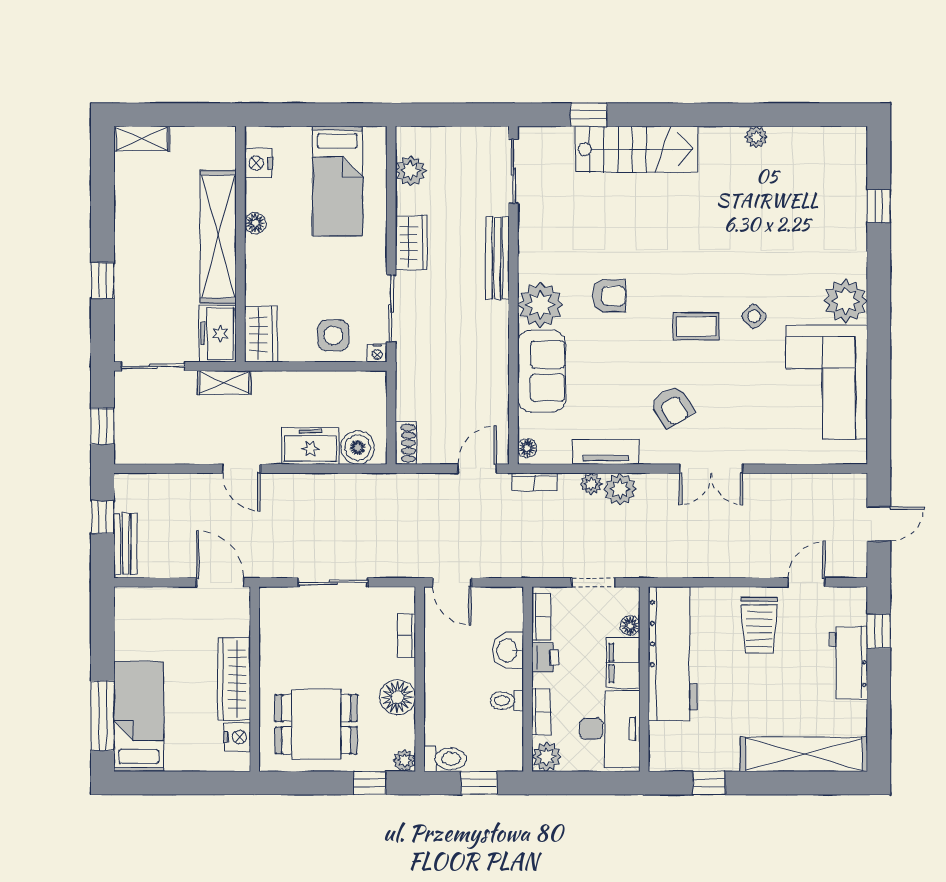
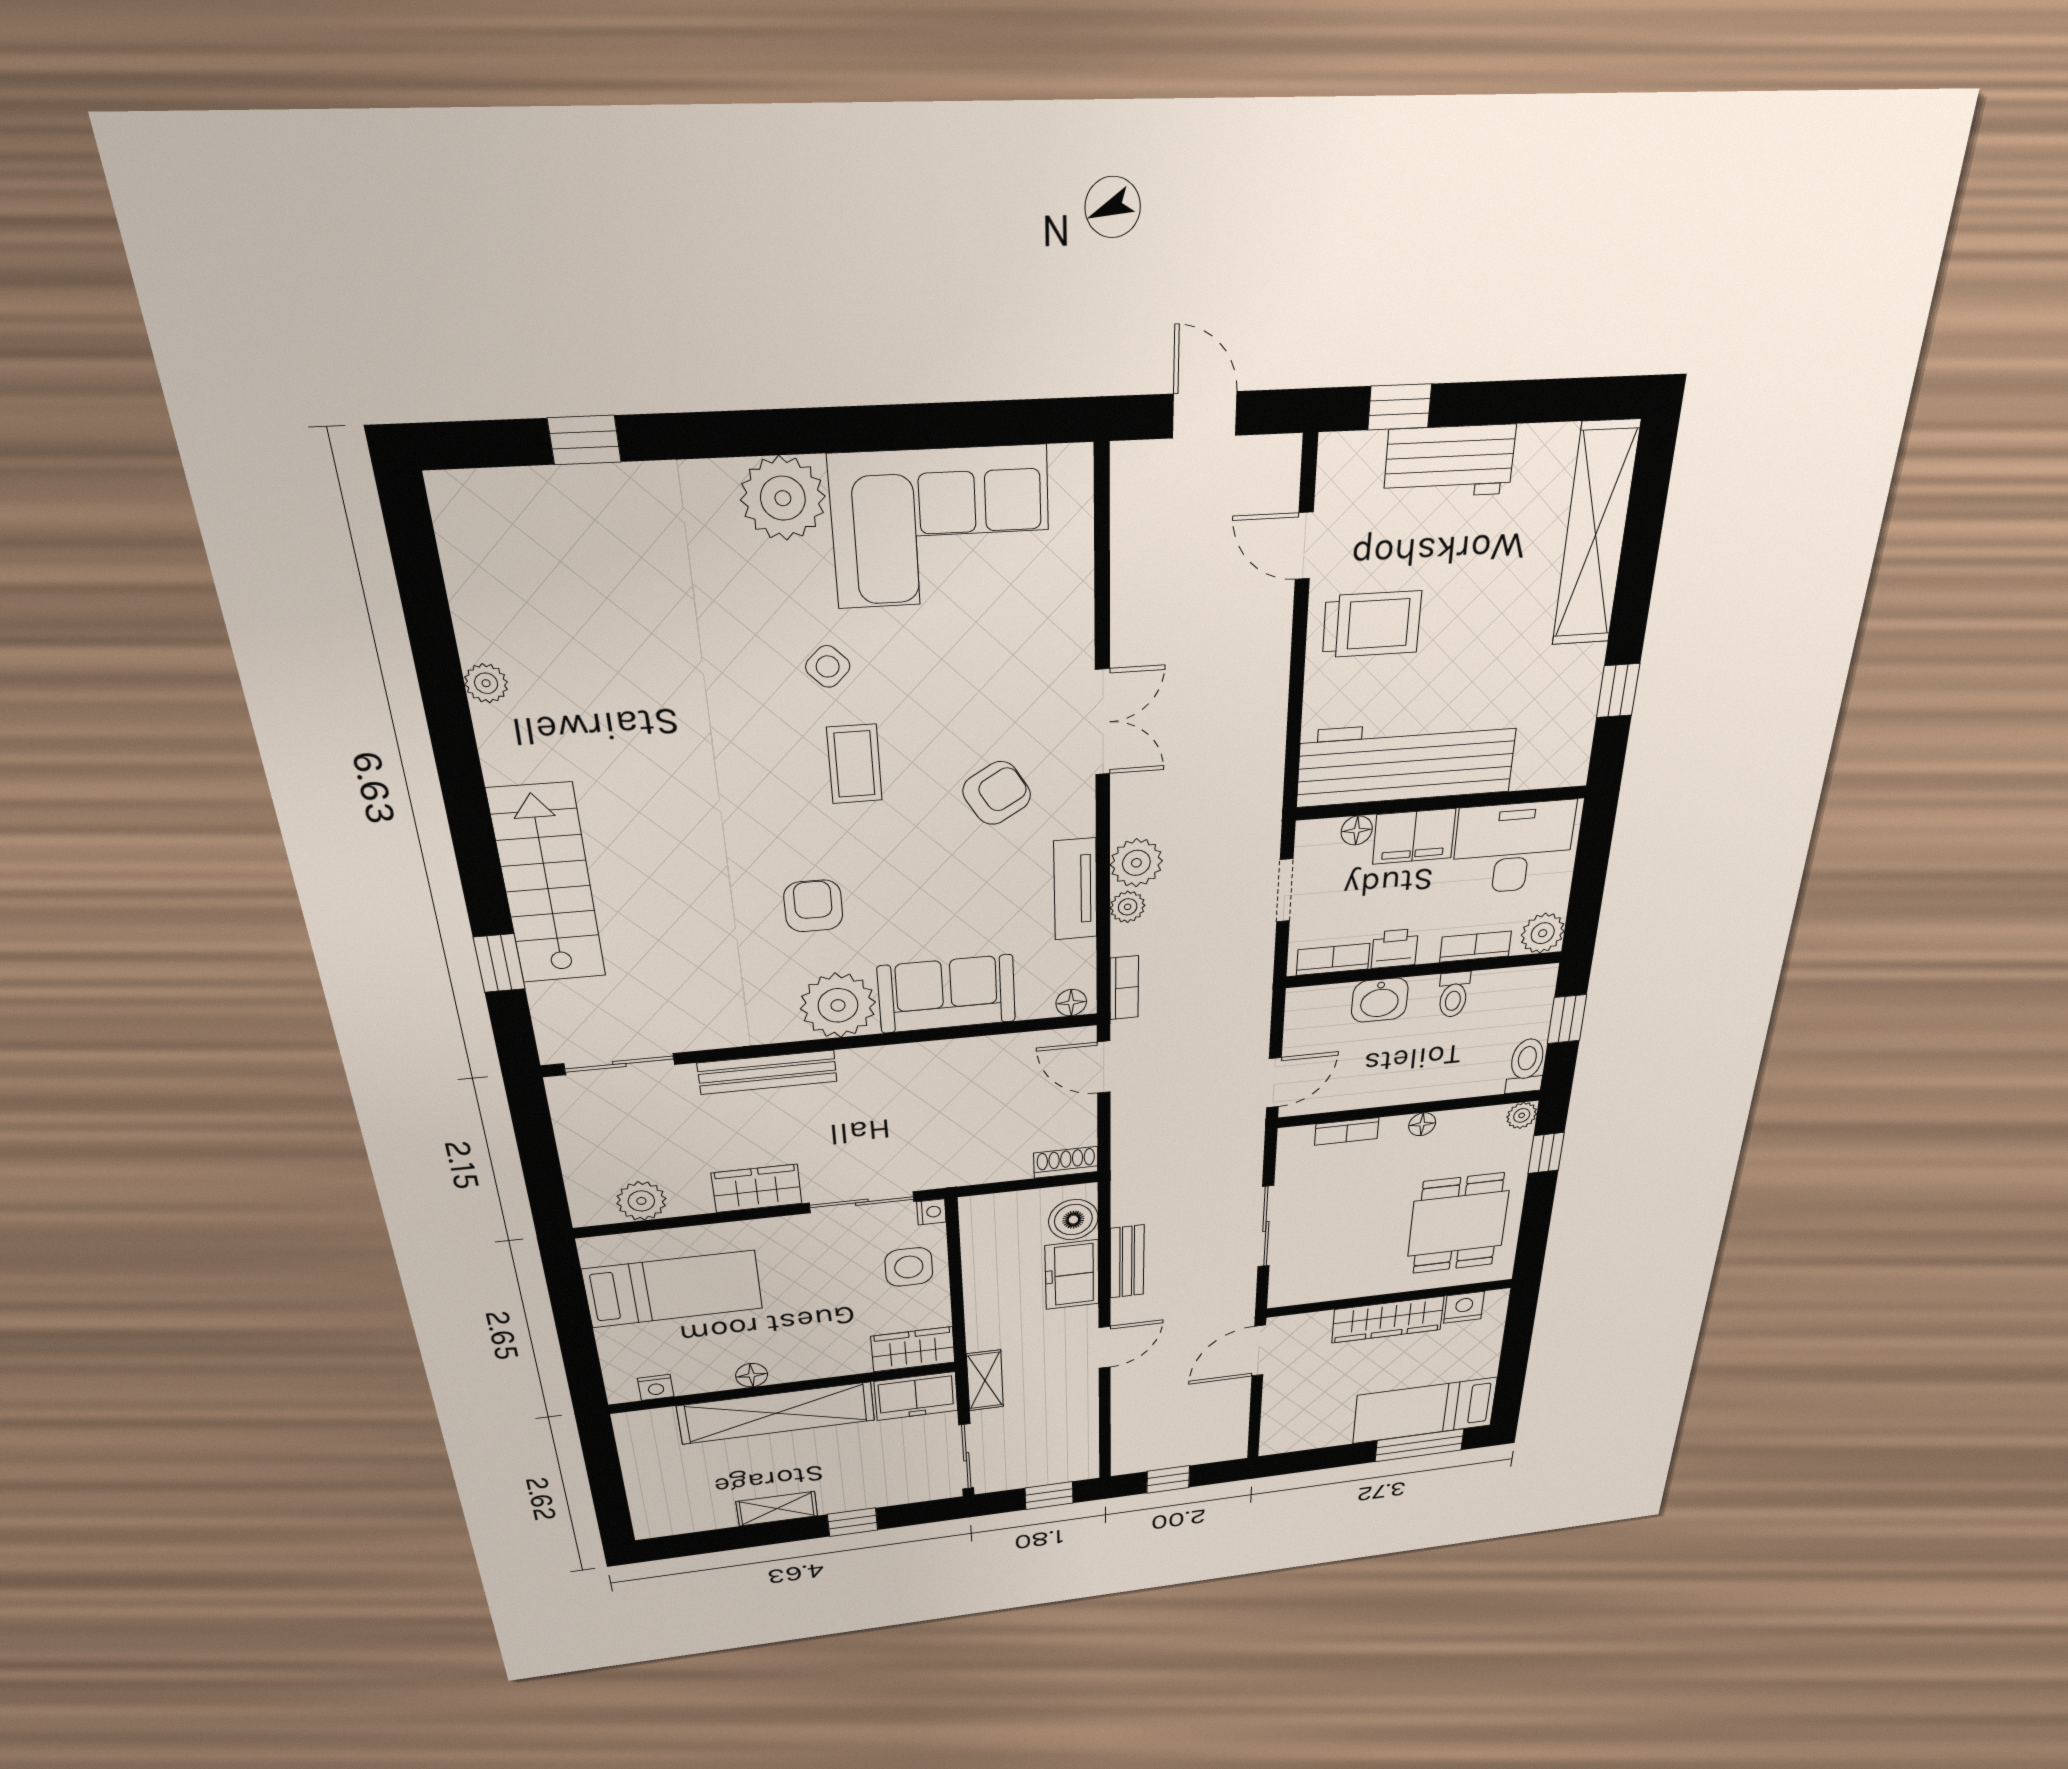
shelving: (142, 139) -> (777, 1509), moved, turned 90
nightstand: (258, 163) -> (656, 1387), width x0.72, depth x0.74
bench: (126, 544) -> (1127, 1262), moved, turned 90
floor lamp: (397, 697) -> (1422, 1124), width x0.53, depth x0.53

